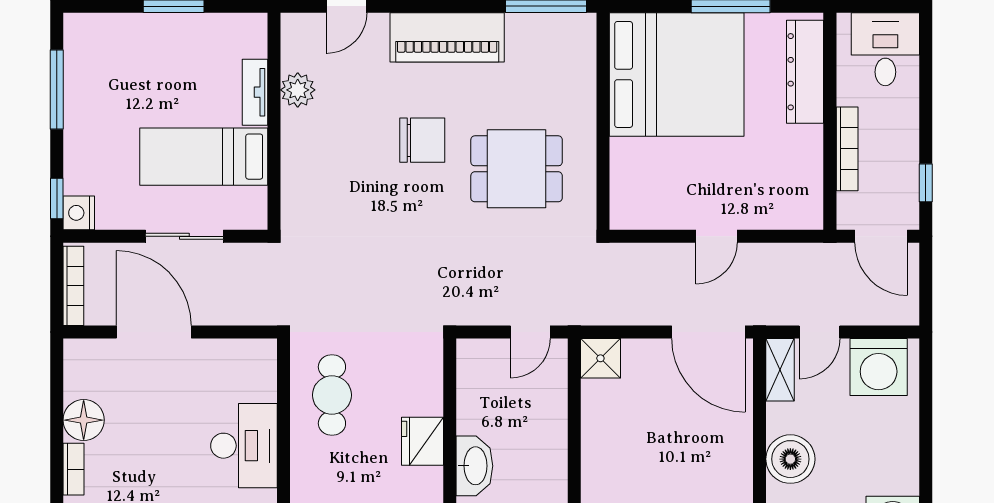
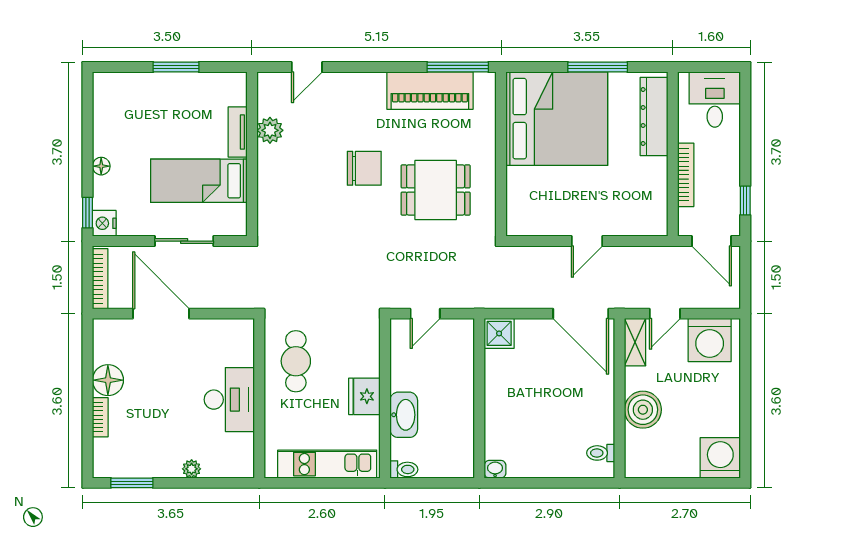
piano: (447, 37) -> (430, 91), moved
window: (57, 89) -> (88, 130), removed
floor lamp: (75, 137) -> (101, 166), added
door: (530, 332) -> (425, 314), moved

